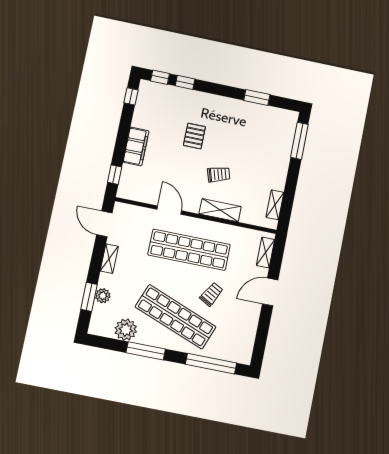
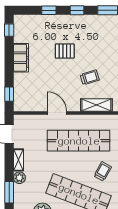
window: (160, 77) -> (77, 10), moved
pallet: (194, 136) -> (65, 51), turned 90
filing cabinet: (136, 146) -> (21, 58), moved
plant: (103, 296) -> (19, 178), moved

